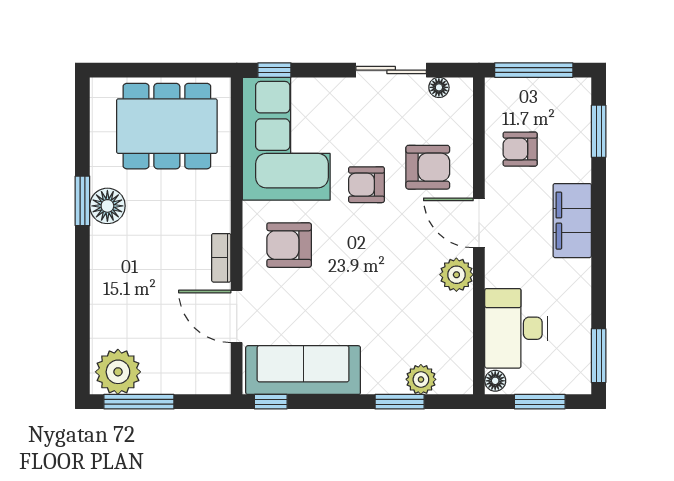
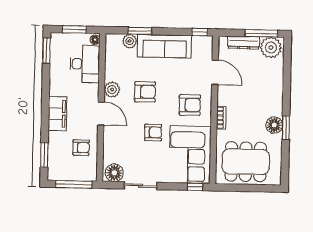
floor lamp: (439, 87) -> (114, 173), width x1.89, depth x1.89
armchair: (428, 167) -> (145, 92), moved, turned 180
bookcase: (221, 258) -> (221, 118), moved
sofa: (303, 370) -> (164, 46), moved
dresser: (177, 381) -> (244, 43), added

